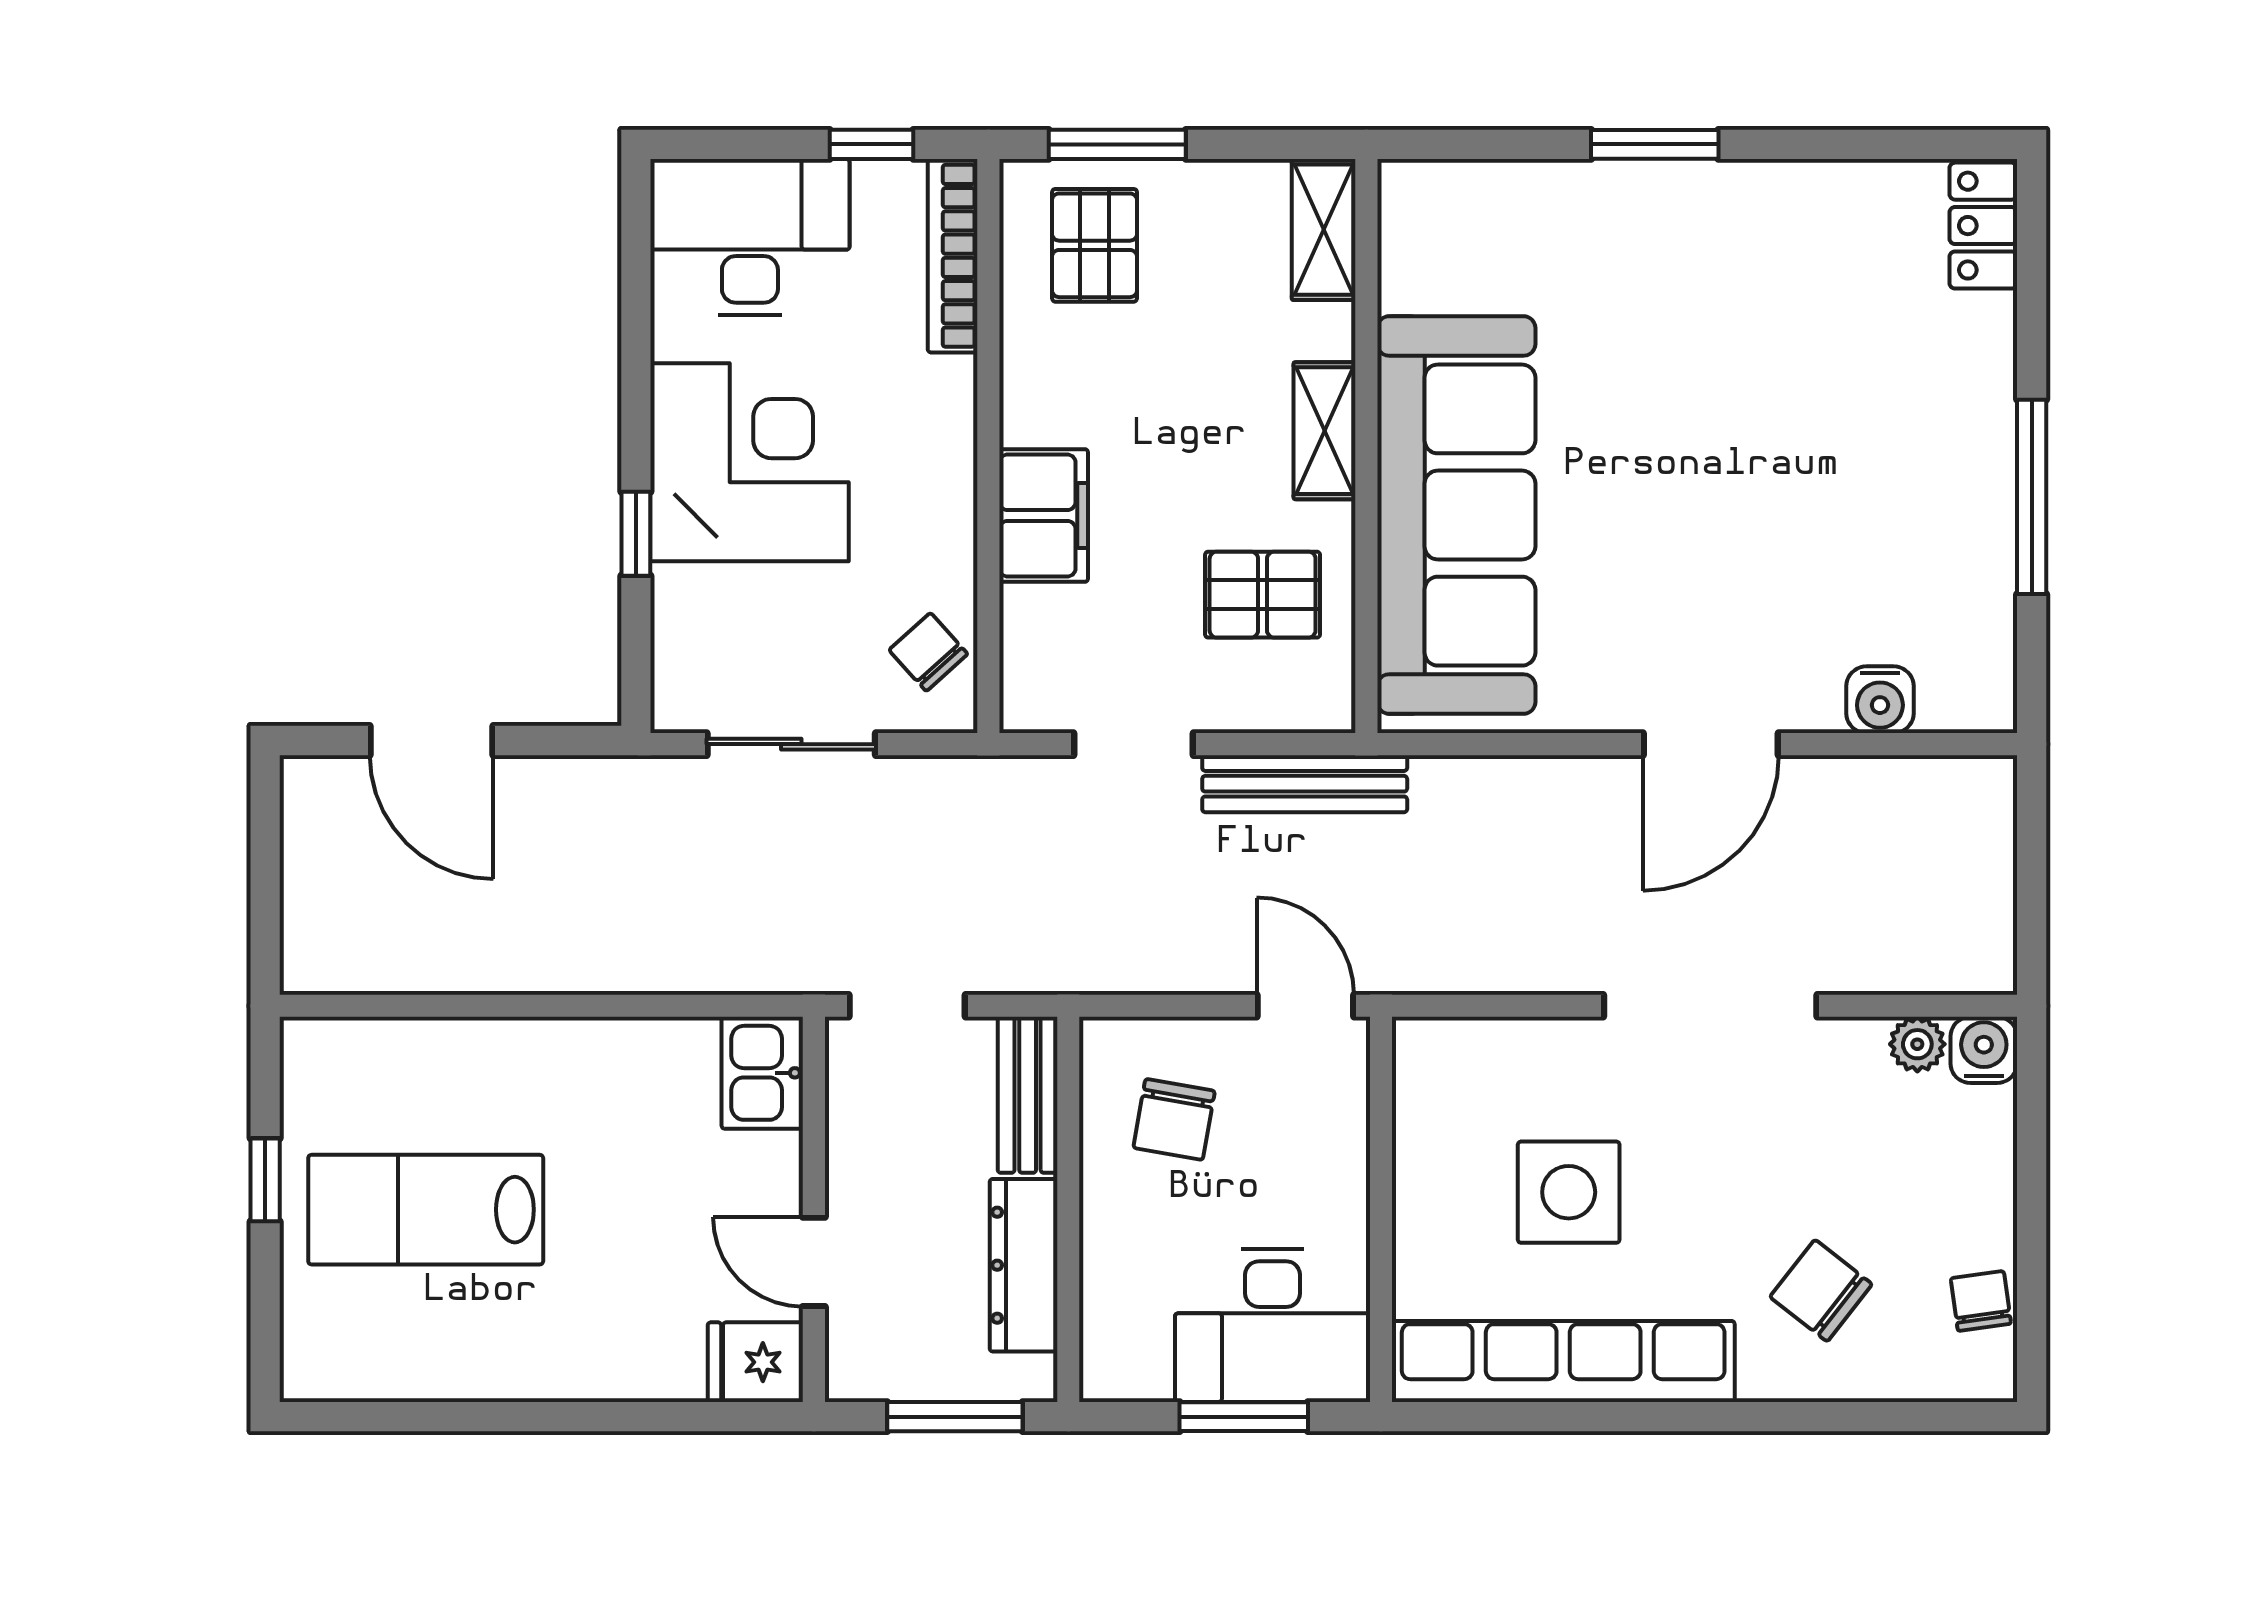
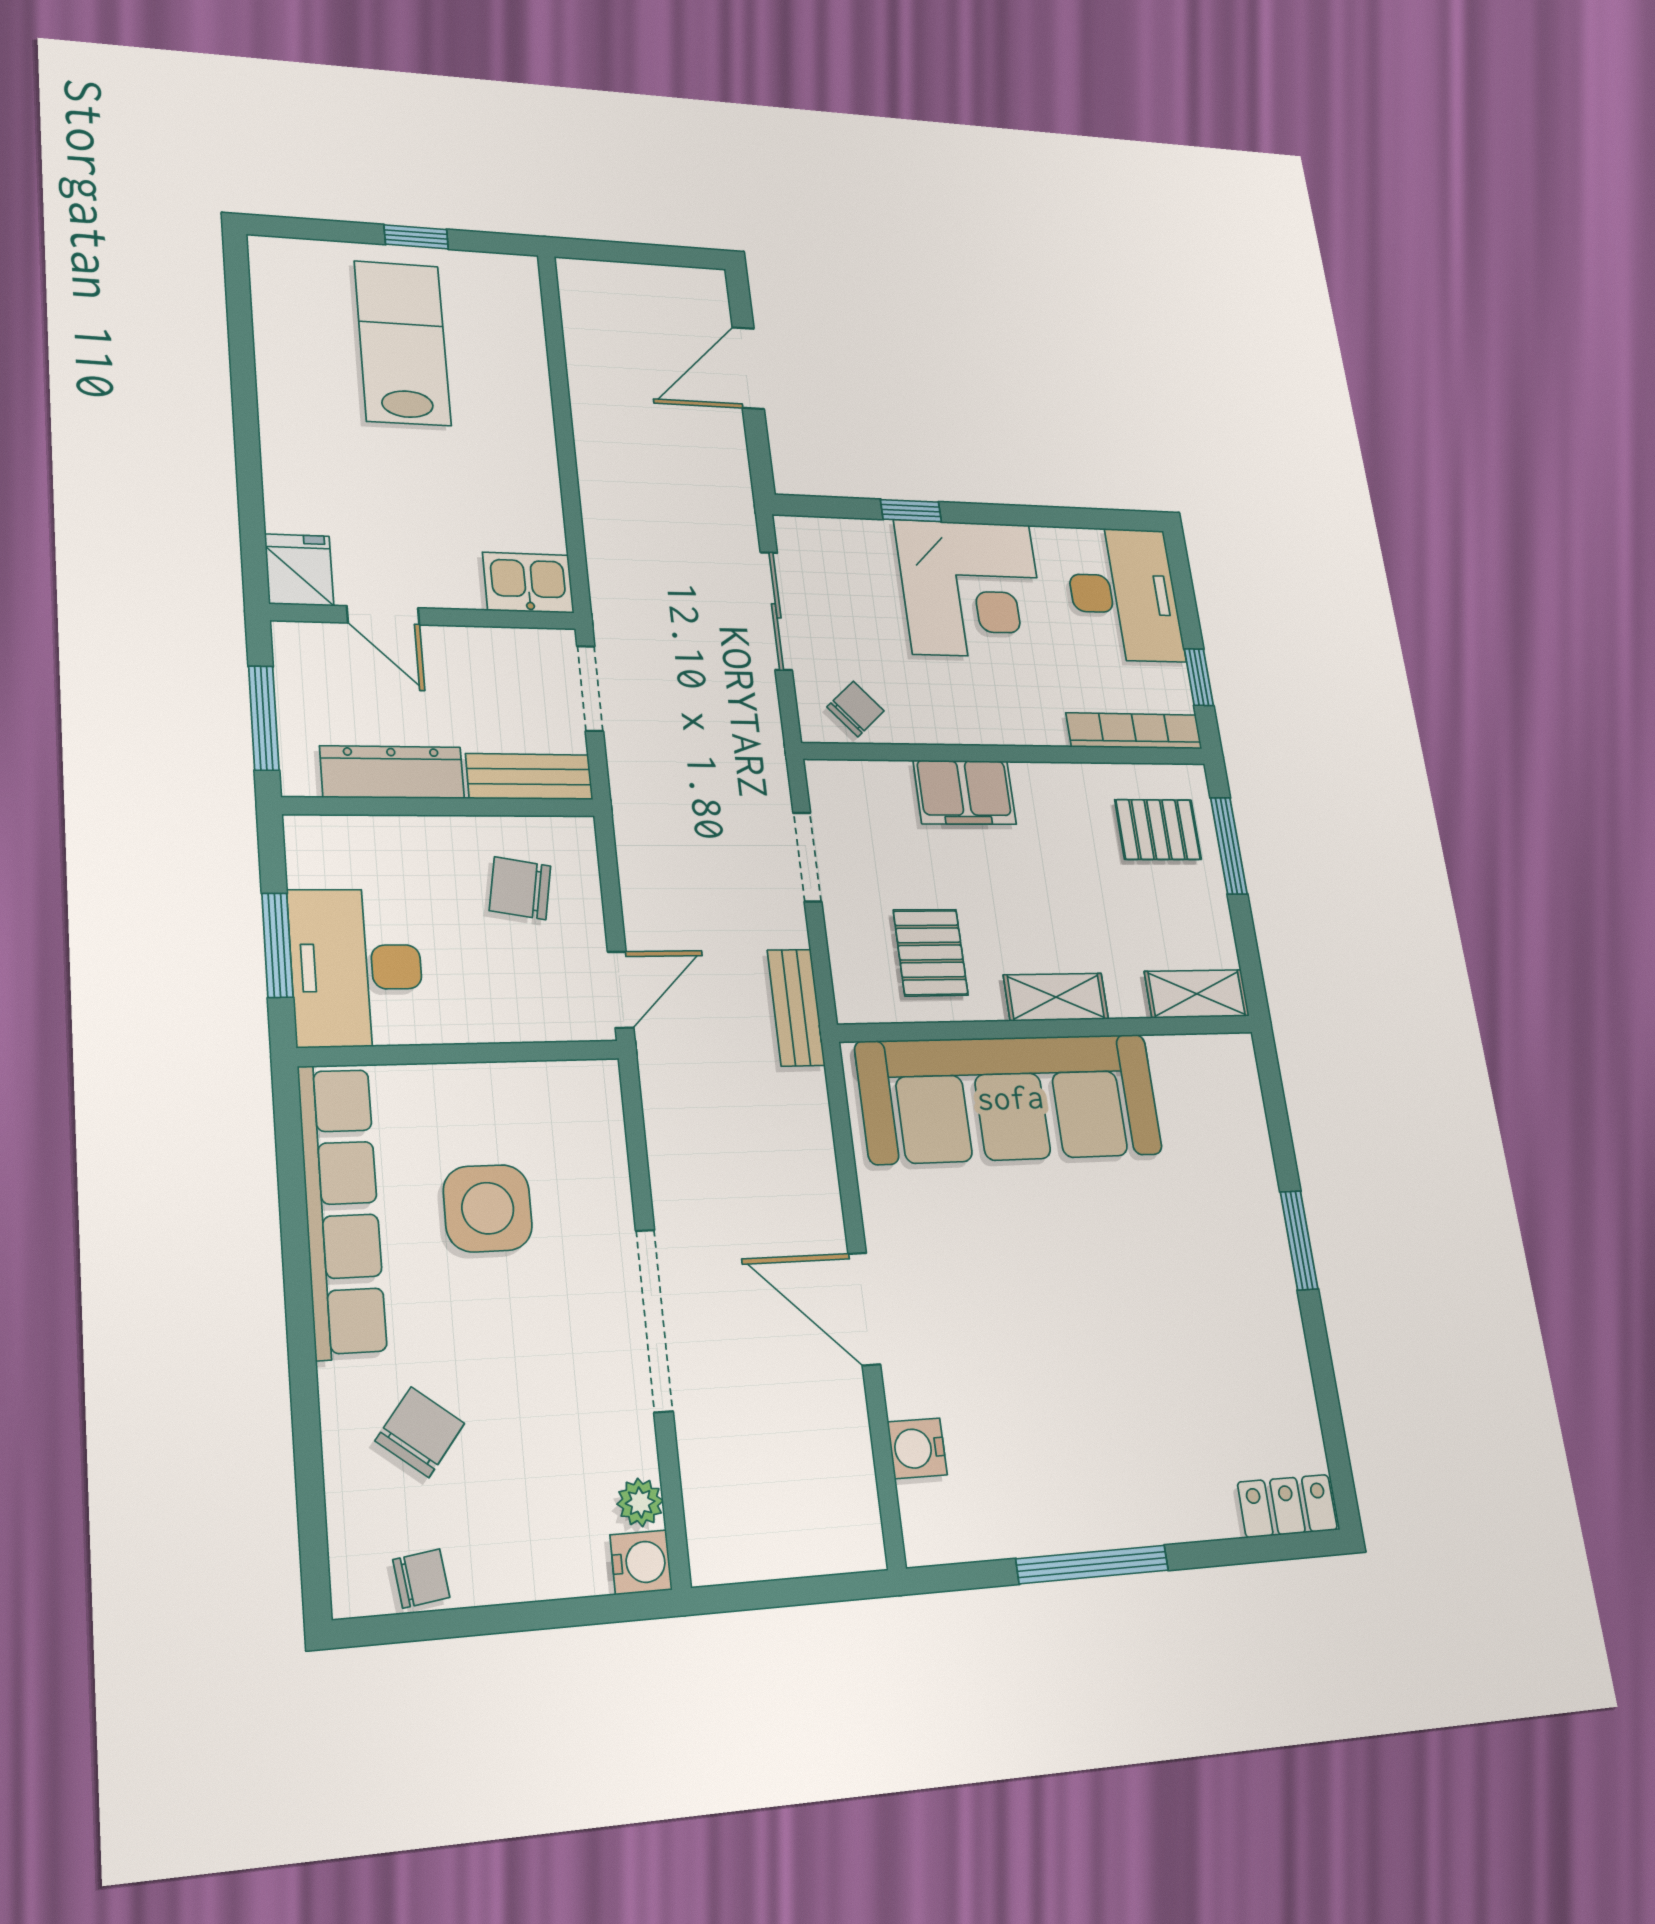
bench: (1305, 784) -> (796, 1007), width x0.73
door: (814, 1262) -> (383, 615), swing flipped

